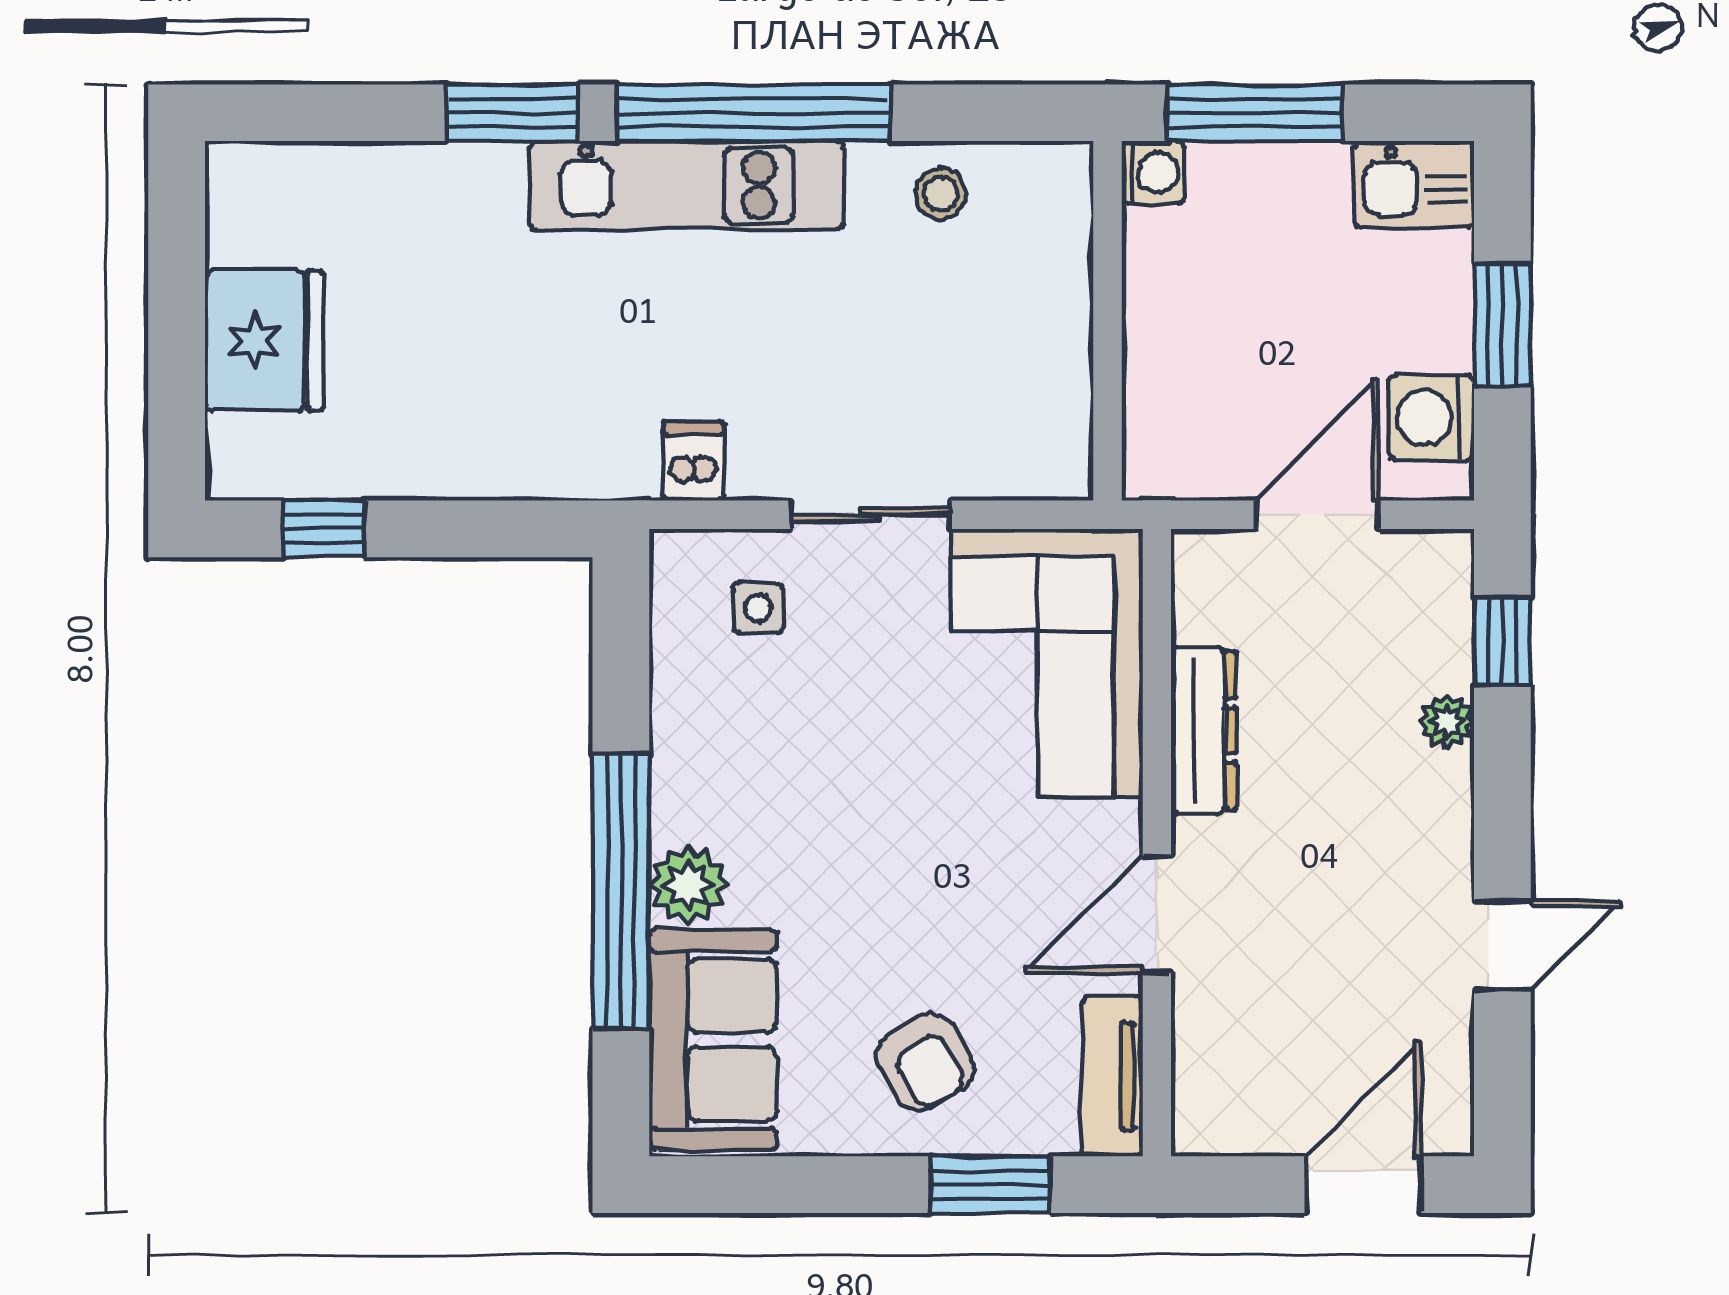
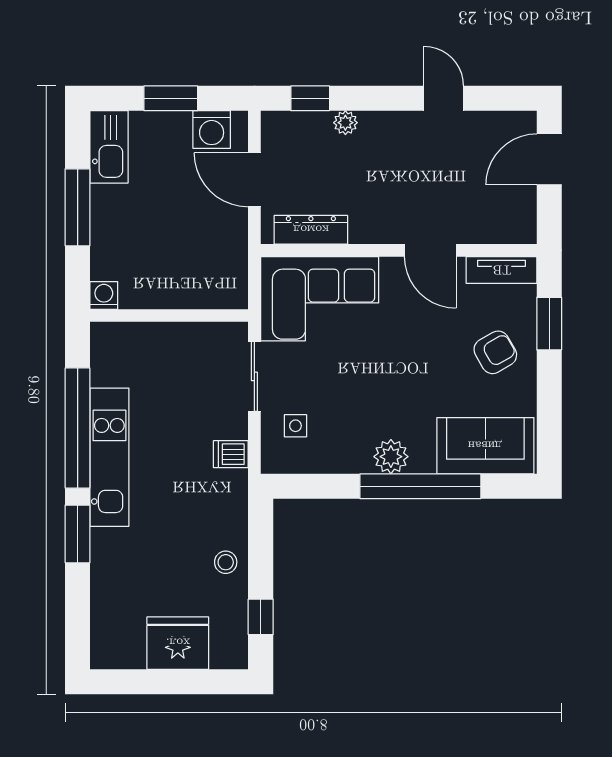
washing machine: (1153, 172) -> (104, 295), moved
kitchen sink: (1414, 184) -> (109, 147), width x1.38
stool: (941, 194) -> (226, 562), moved
wall: (1108, 321) -> (169, 316), moved
dresser: (1204, 730) -> (311, 230), moved
plant: (688, 885) -> (391, 457), moved
door: (1364, 1185) -> (549, 159), hinge flipped

